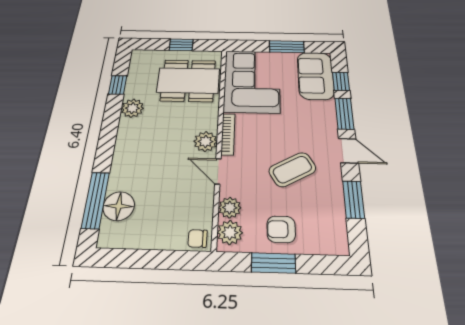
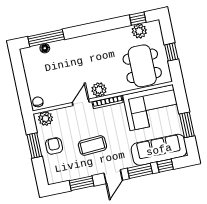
sofa: (316, 76) -> (159, 150), width x1.36
window: (118, 85) -> (138, 19), moved
plant: (132, 108) -> (139, 31), moved
coffee table: (292, 169) -> (92, 146), turned -64
floor lamp: (119, 206) -> (45, 48), width x0.53, depth x0.53
plant: (230, 208) -> (60, 115), removed

